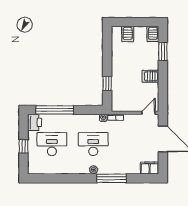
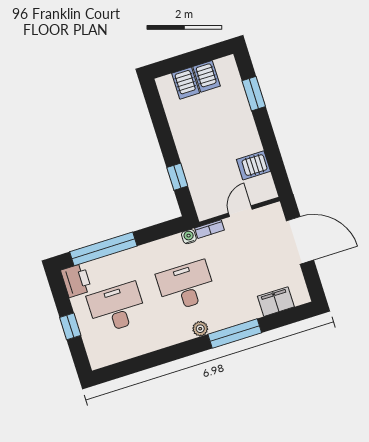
server rack: (153, 34) -> (207, 76), moved
server rack: (150, 76) -> (253, 165), moved
door: (149, 113) -> (240, 211), moved
filing cabinet: (150, 168) -> (276, 302), moved

